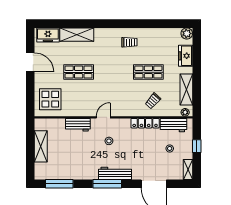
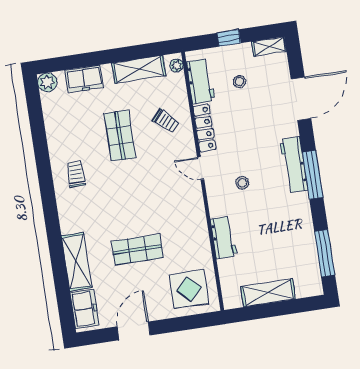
shop shelf: (79, 72) -> (137, 250), turned 90
door: (103, 117) -> (201, 168), moved

